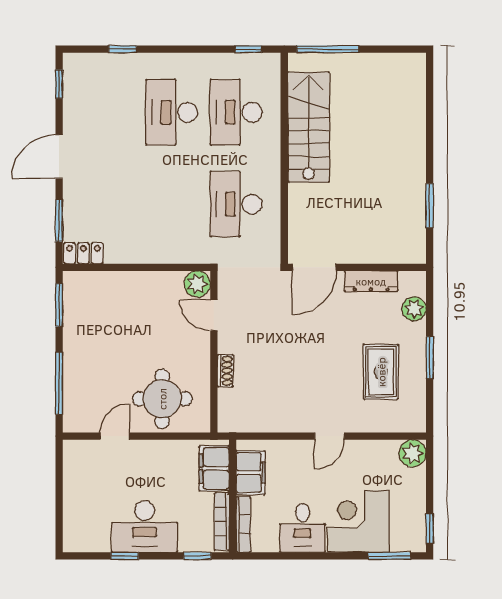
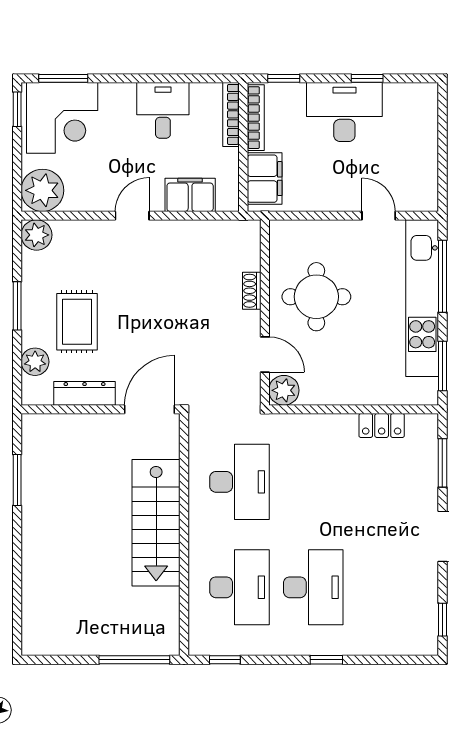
window: (123, 49) -> (326, 660), moved
stairs: (309, 127) -> (156, 523), moved
locker: (83, 253) -> (382, 426), moved
kitchen unit: (77, 364) -> (422, 298), added
rug: (381, 372) -> (77, 322), moved
round table: (162, 399) -> (316, 297), moved
plant: (413, 419) -> (37, 235), added
door: (115, 436) -> (379, 216), swing flipped
plant: (413, 453) -> (42, 190), width x1.36, depth x1.36
filing cabinet: (251, 473) -> (190, 195), moved, turned 90
corner desk: (358, 521) -> (62, 118), moved

